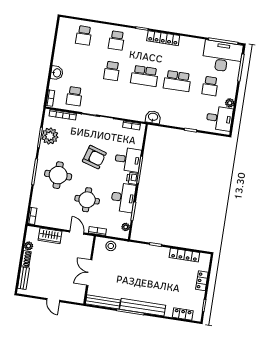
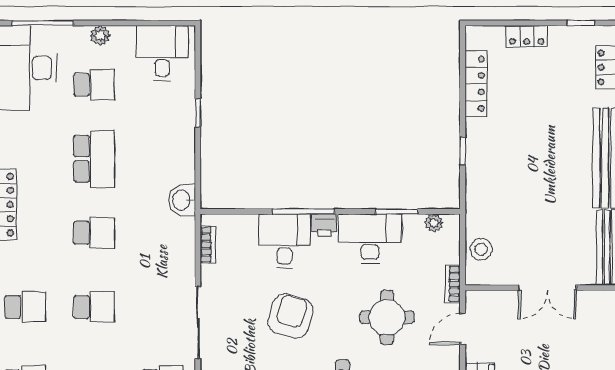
school desk: (145, 76) -> (94, 233), width x0.54
plant: (230, 103) -> (100, 35), moved

